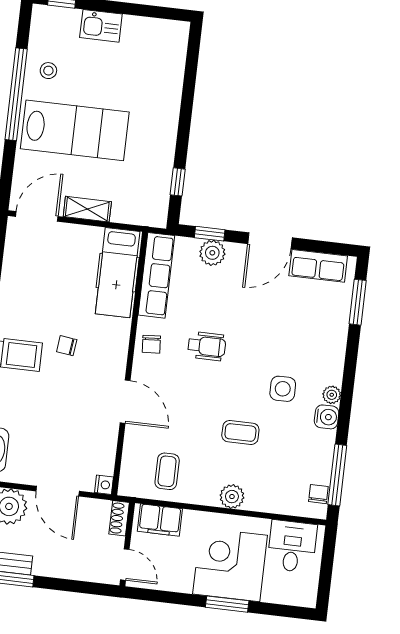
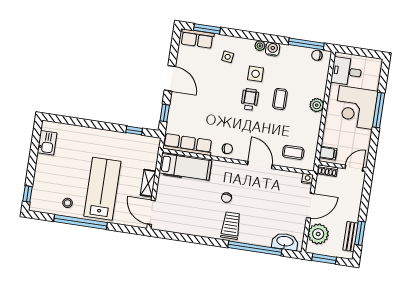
kitchen sink: (101, 26) -> (47, 143), moved
plant: (212, 253) -> (176, 112), removed
row of seats: (318, 266) -> (197, 39), moved, turned 90
side table: (310, 340) -> (228, 57), added
wheelchair: (207, 346) -> (250, 99), moved
door: (125, 402) -> (260, 165), hinge flipped
coffee table: (167, 471) -> (293, 152), moved
filing cabinet: (160, 520) -> (328, 153), width x0.50
window: (227, 604) -> (379, 110), width x1.44

